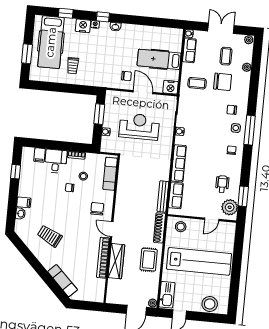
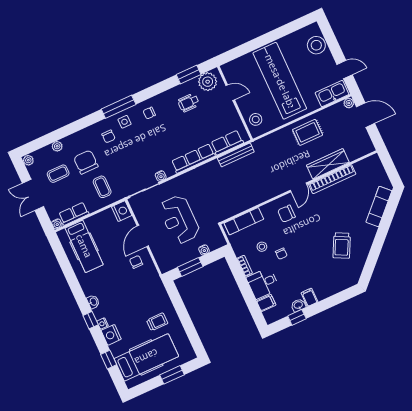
hospital bed: (159, 59) -> (84, 246), moved
filing cabinet: (24, 202) -> (309, 297), moved
washbasin: (21, 214) -> (298, 305), moved
shoe rack: (160, 228) -> (269, 140), removed

